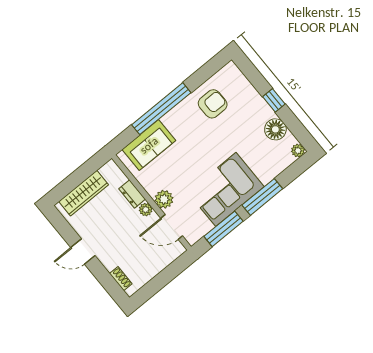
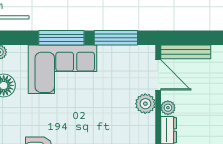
corner sofa: (226, 189) -> (63, 69), moved
bench: (166, 260) -> (186, 52), added

